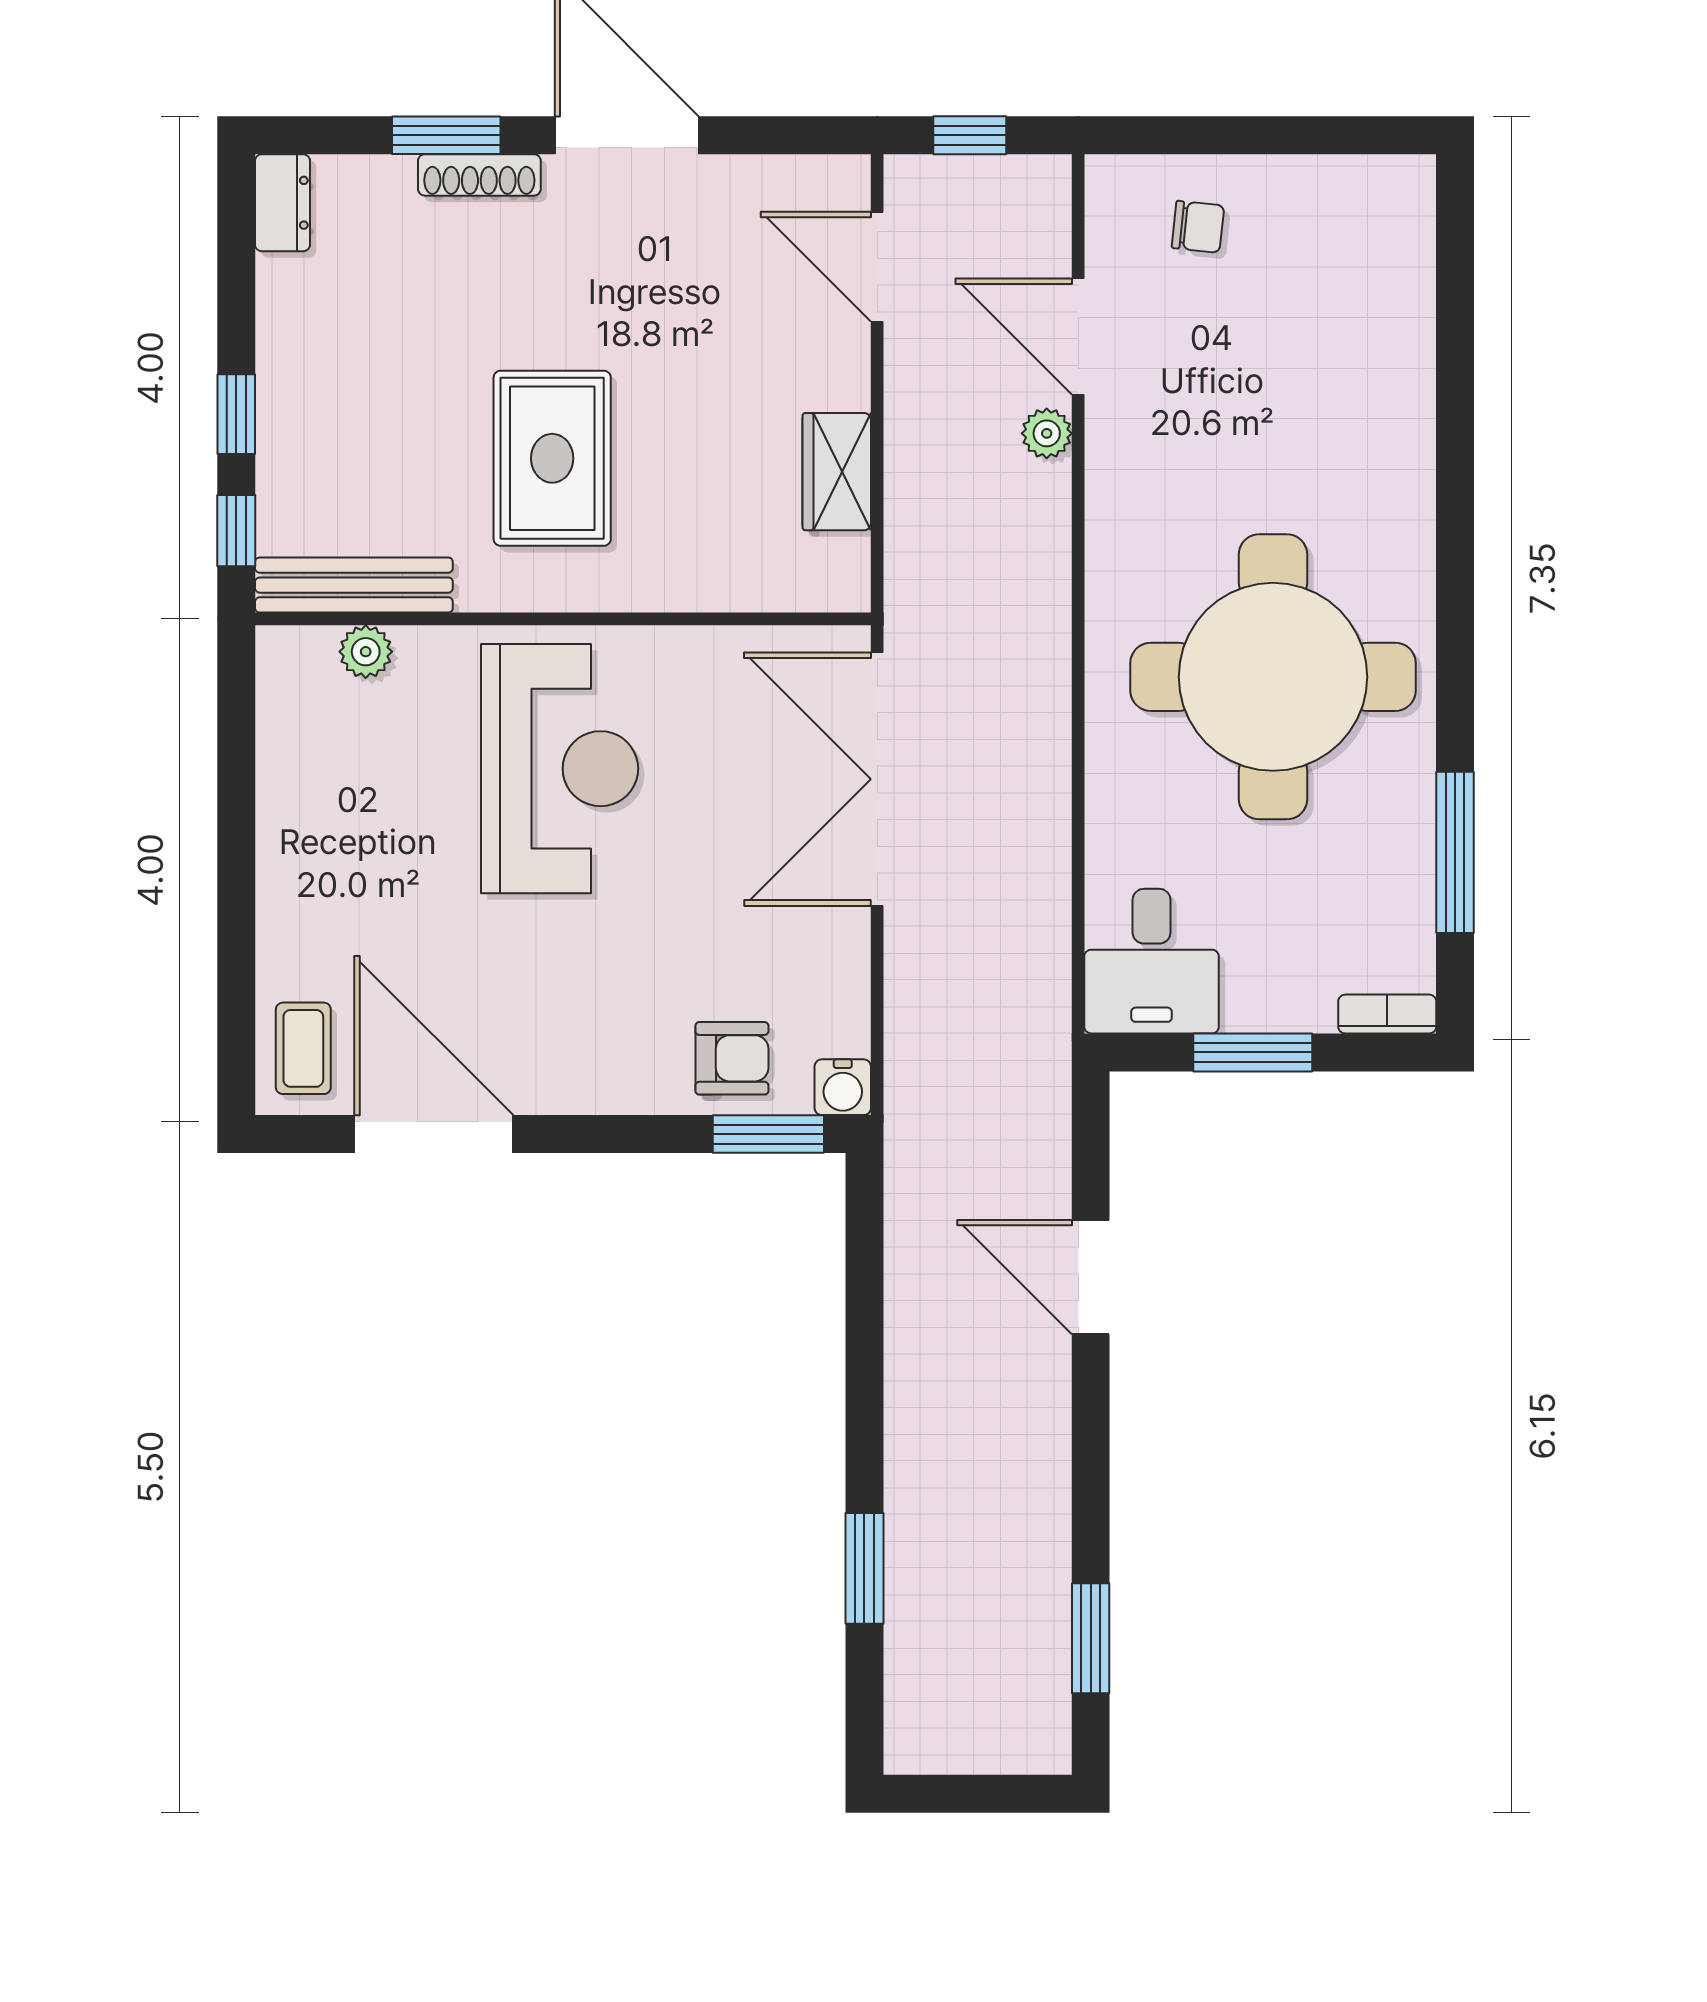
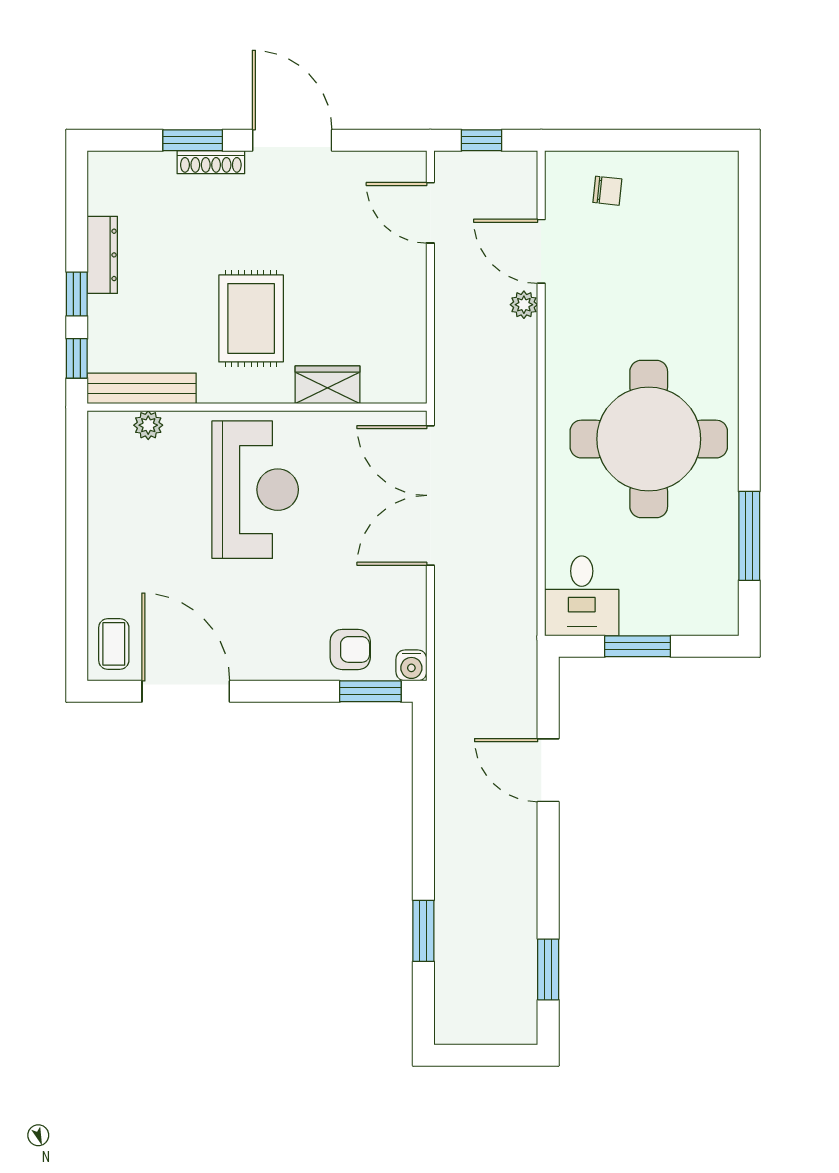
dresser: (282, 203) -> (102, 255), moved, width x1.44
wardrobe: (837, 472) -> (328, 385), moved, turned 90
bookcase: (1387, 1014) -> (712, 625), removed

